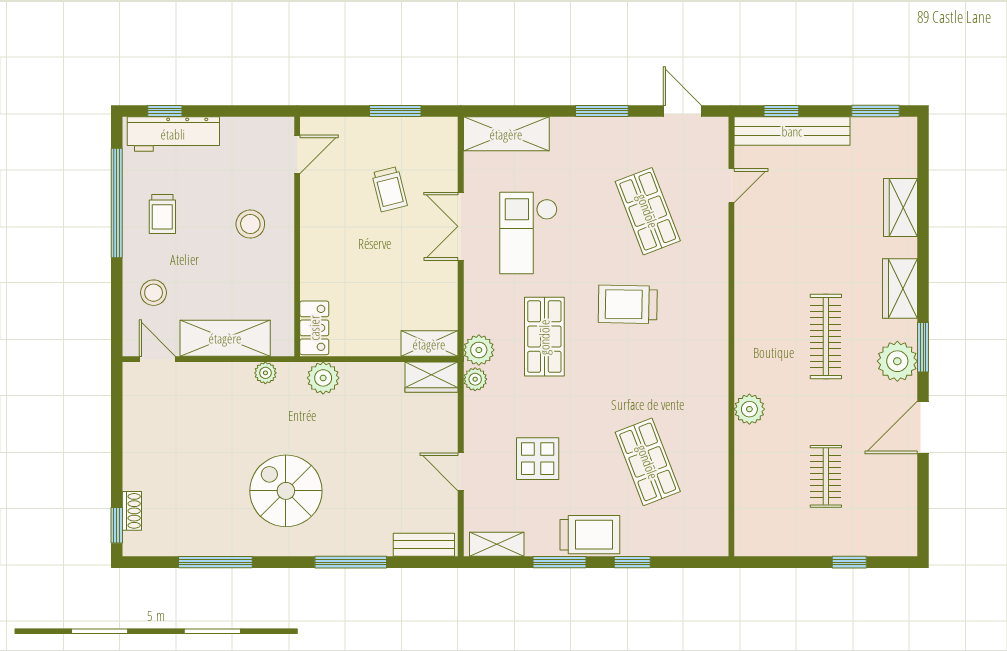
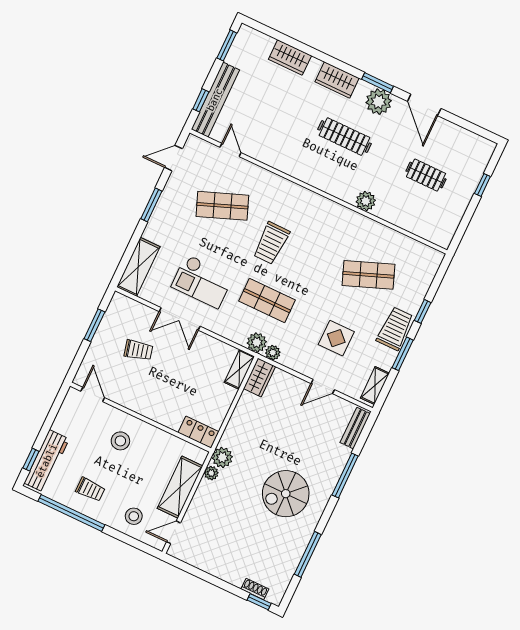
plant: (323, 378) -> (222, 457), moved

